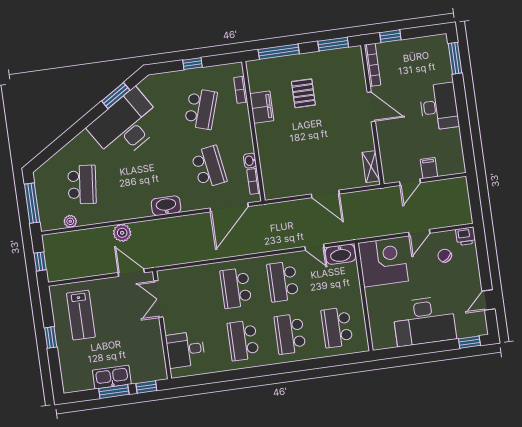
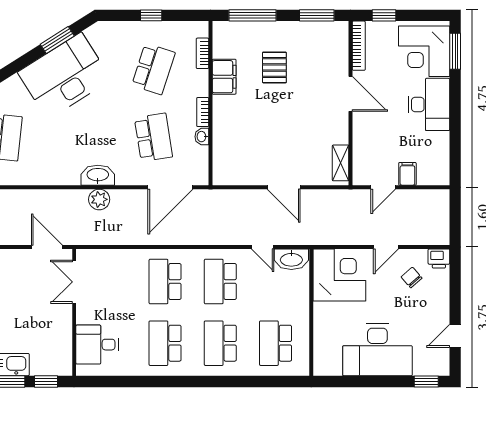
corner desk: (429, 62) -> (424, 51), added
bookcase: (254, 181) -> (203, 112), moved
plant: (122, 233) -> (99, 199), moved

